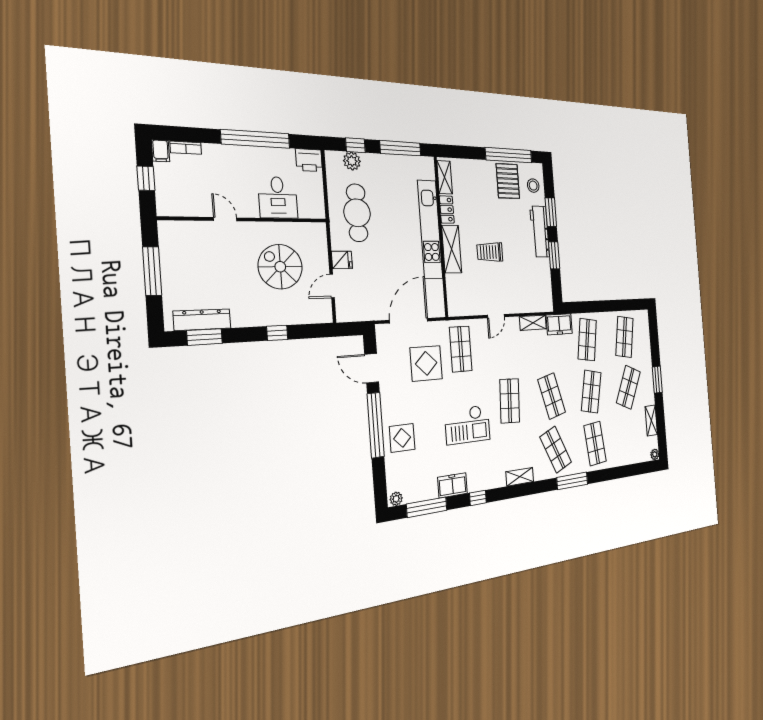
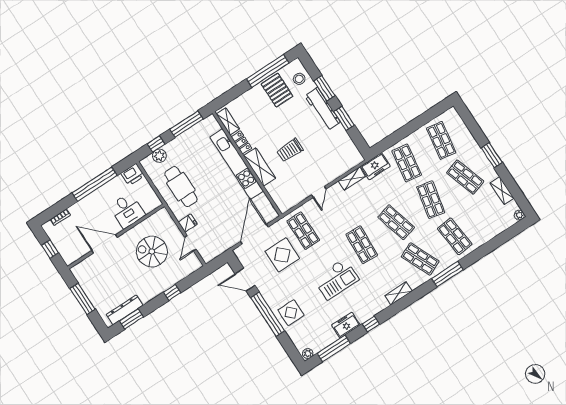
filing cabinet: (161, 151) -> (49, 228), removed
door: (225, 219) -> (105, 244), width x1.88
shop shelf: (628, 387) -> (465, 177), turned -42

